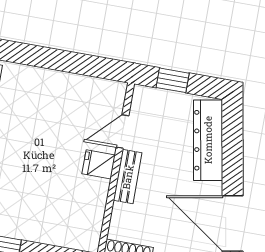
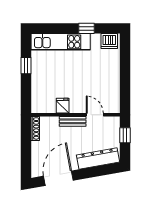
fridge: (99, 164) -> (63, 106), moved

